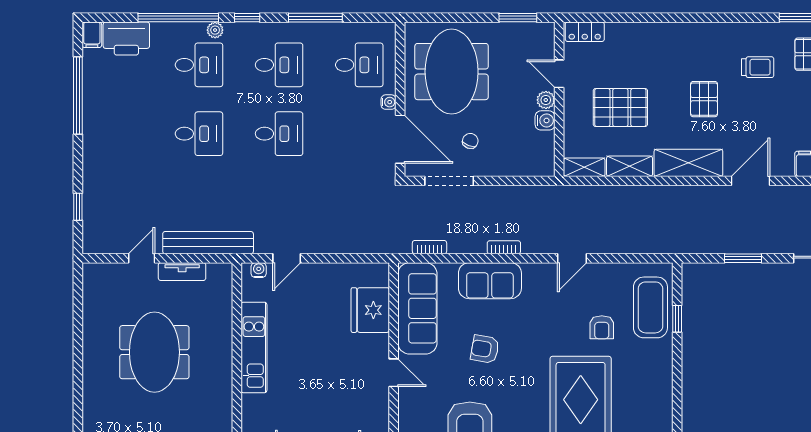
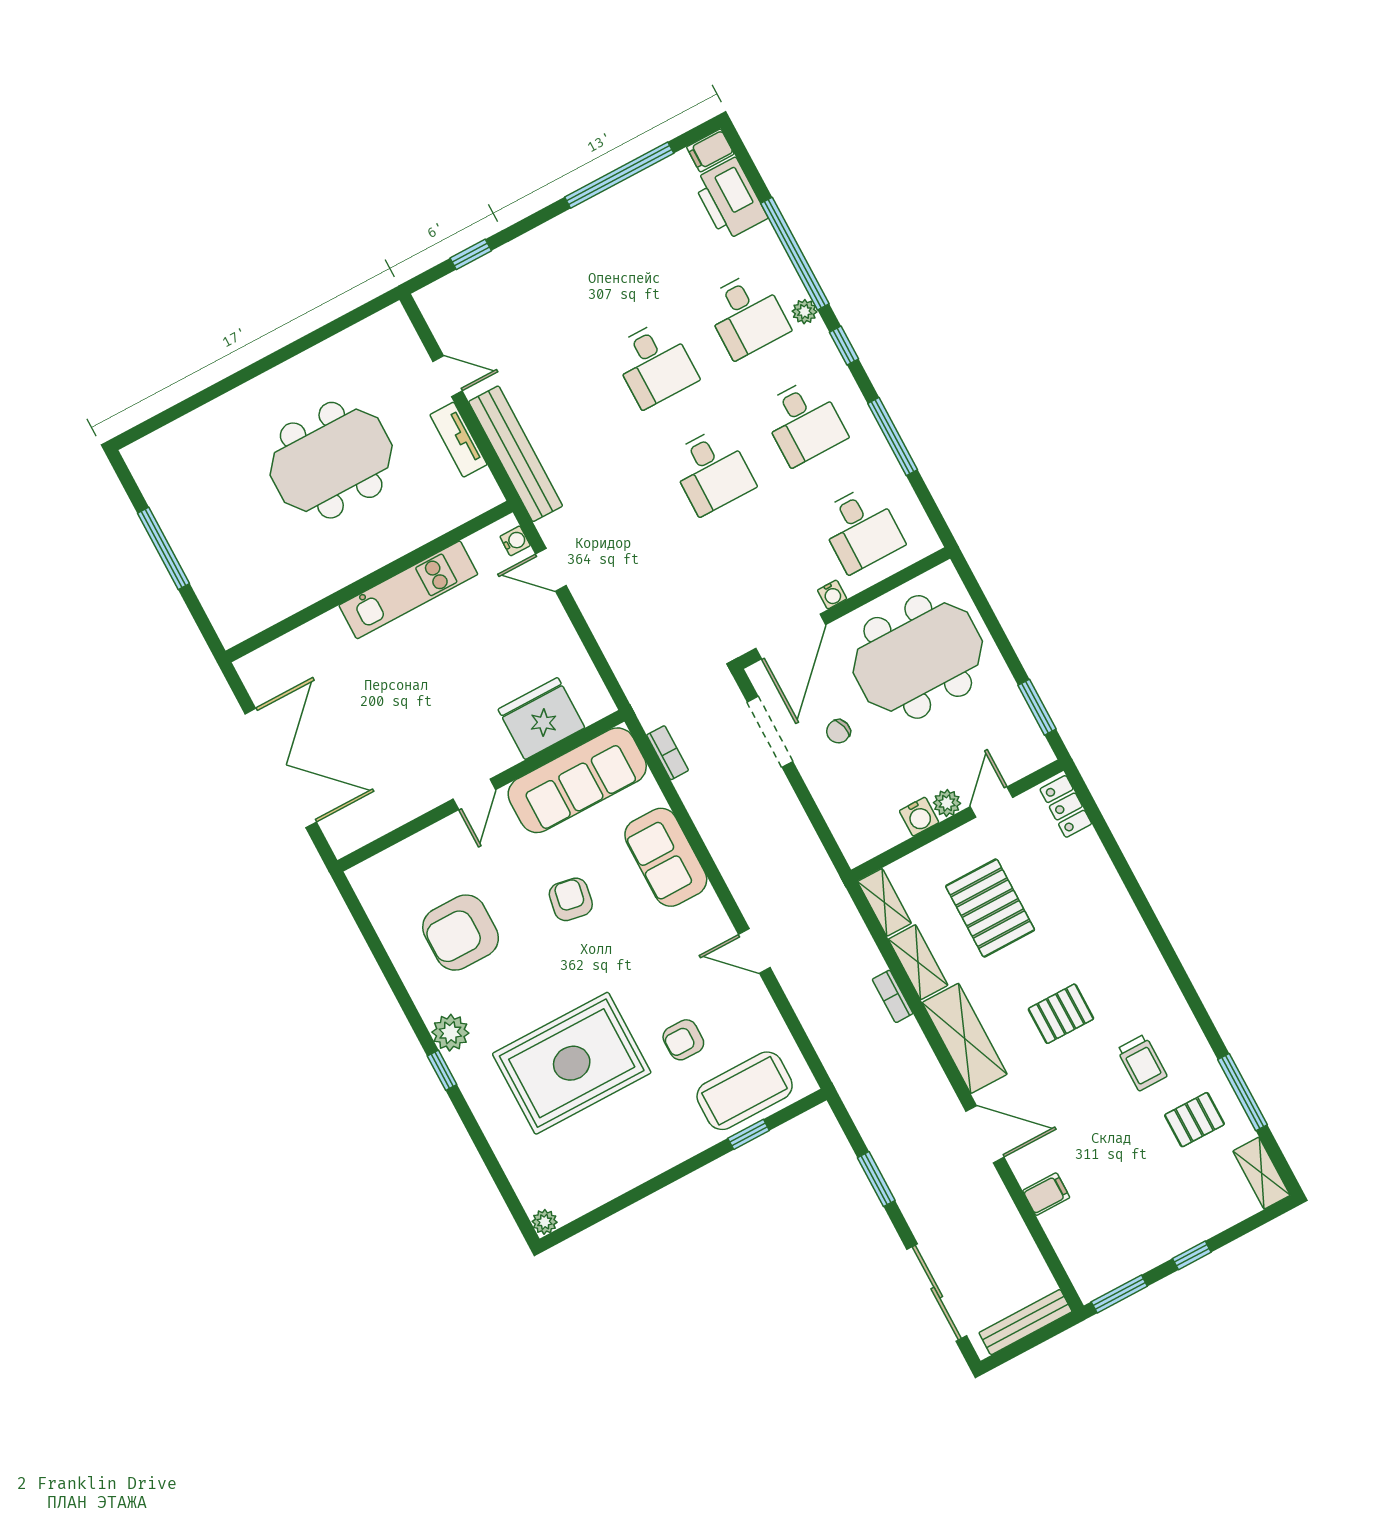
chair: (470, 141) -> (838, 731), turned 144
bookcase: (504, 247) -> (893, 996), moved, turned 180

